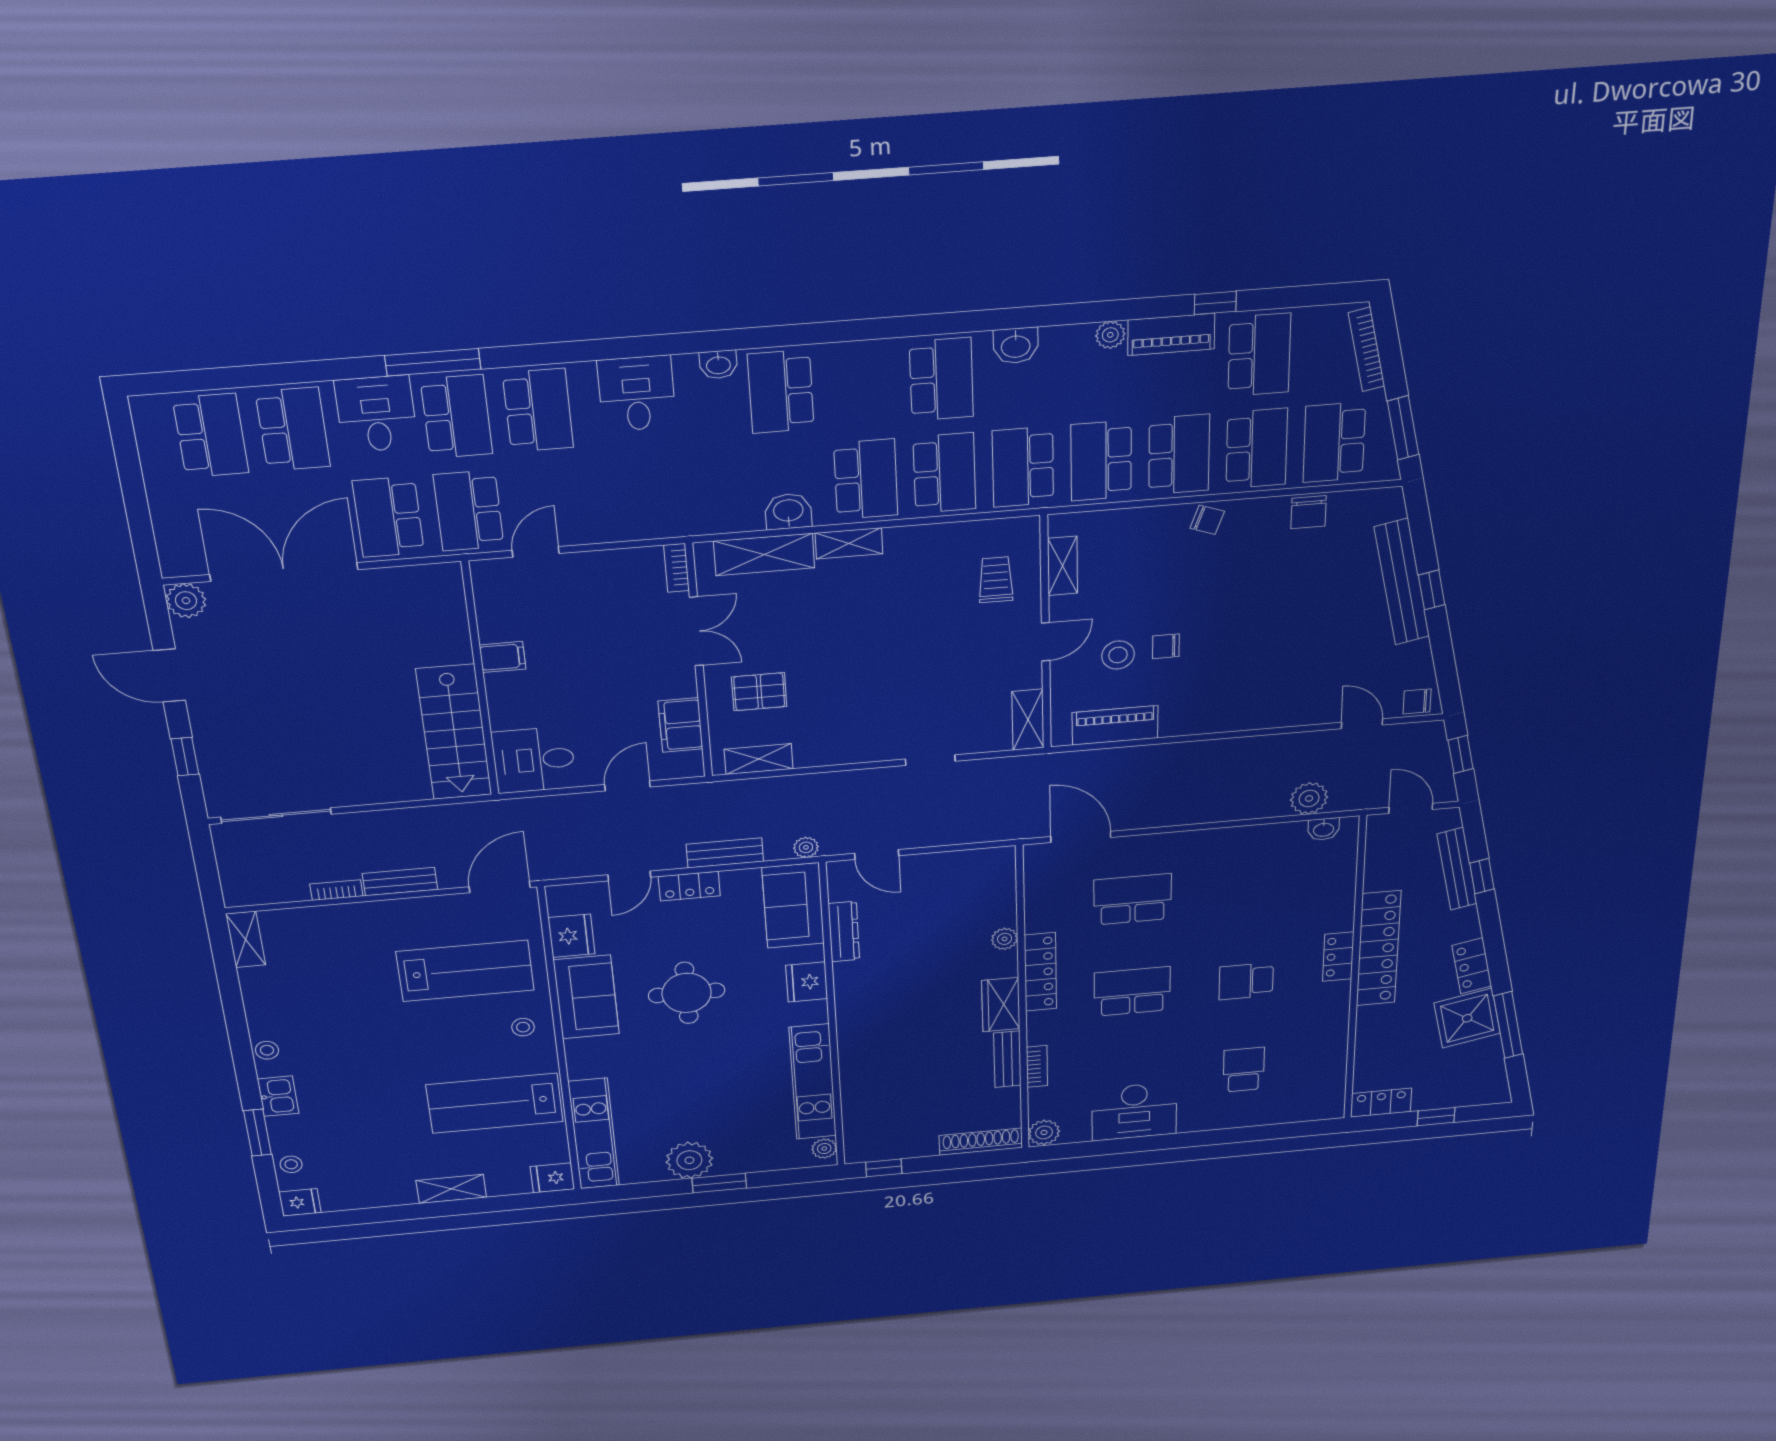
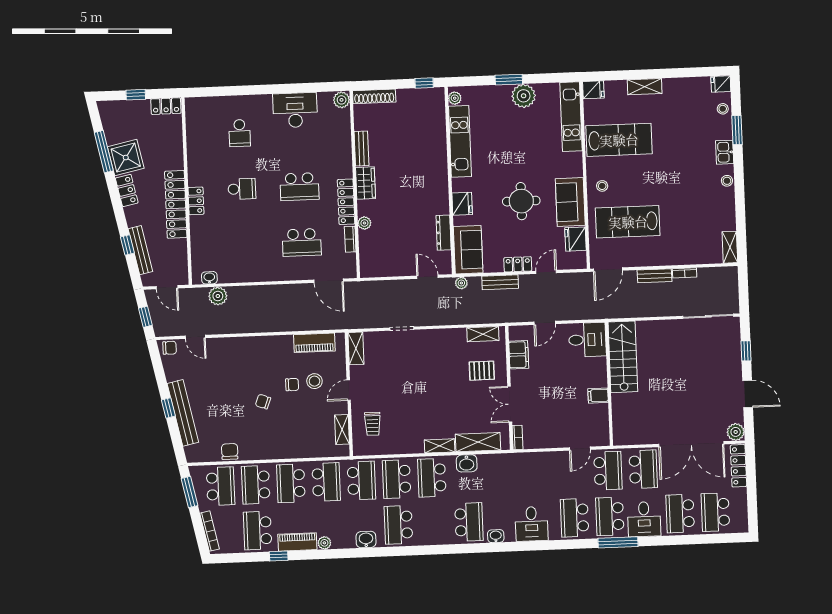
chair: (1207, 520) -> (263, 402), moved
locker: (170, 533) -> (738, 466), added
bookcase: (1037, 1066) -> (350, 239), moved

